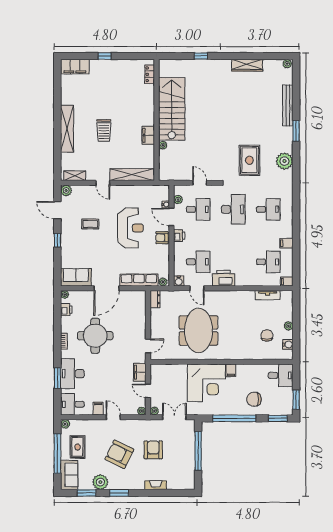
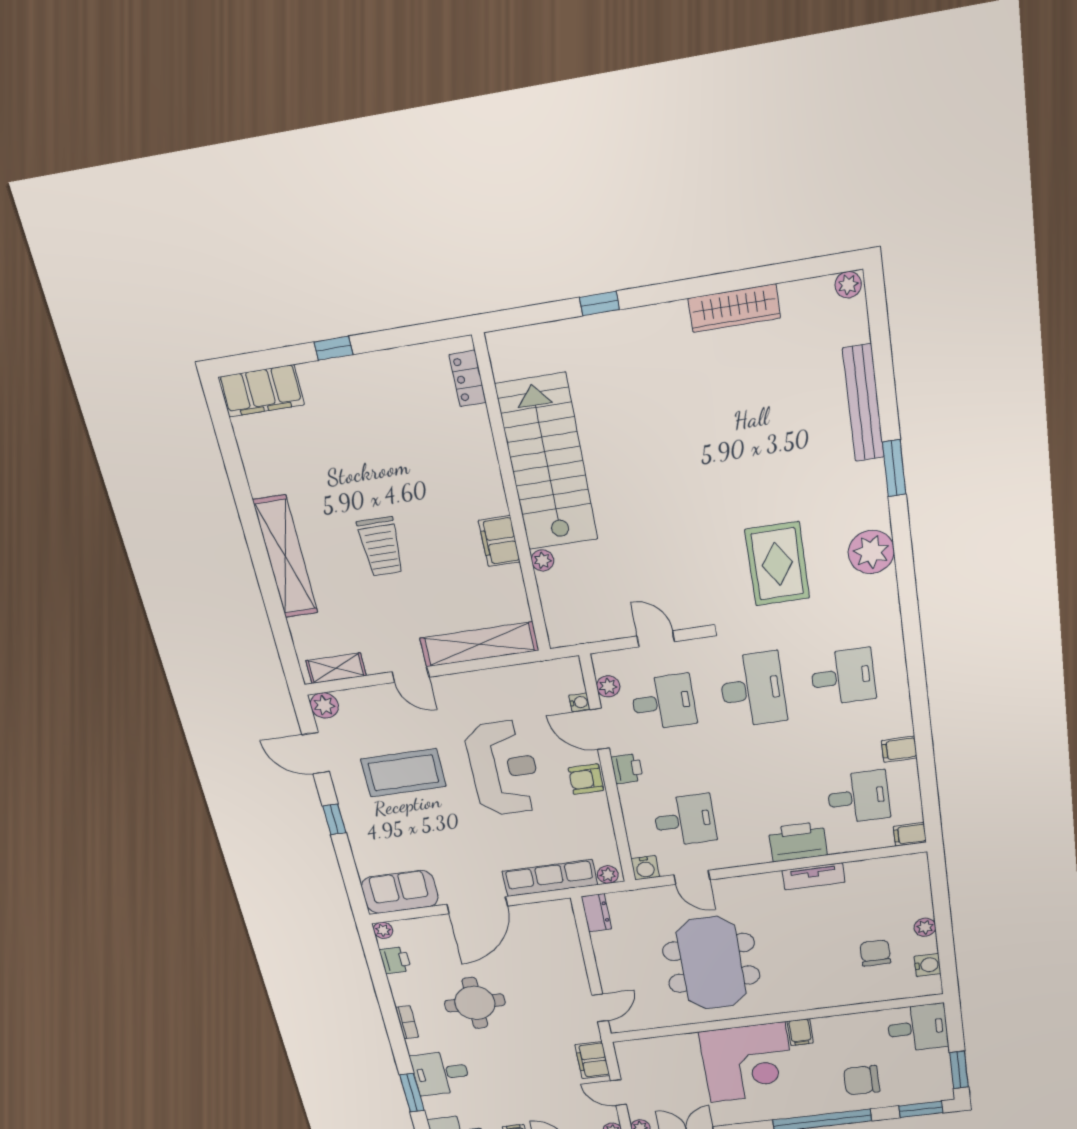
coffee table: (90, 224) -> (403, 773), width x1.86, depth x1.72
printer: (224, 278) -> (798, 842), moved
tv unit: (268, 295) -> (814, 876), moved
round table: (95, 336) -> (475, 1003), width x0.73, depth x0.73
desk: (72, 374) -> (441, 1073), width x0.73

